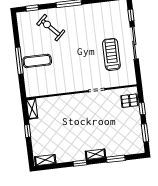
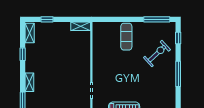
window: (19, 61) -> (157, 19), moved
window: (28, 131) -> (47, 19), moved
window: (80, 163) -> (23, 54), moved

